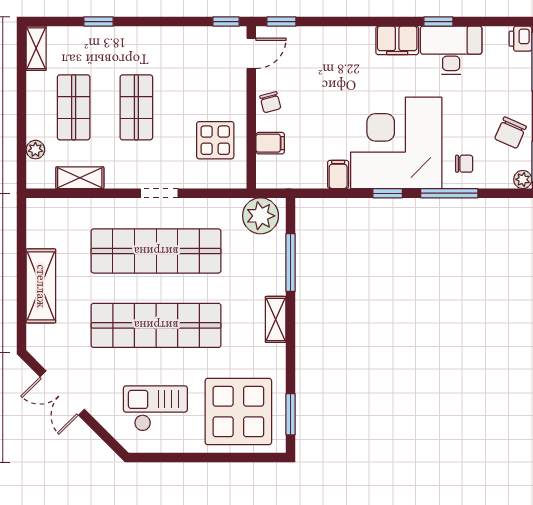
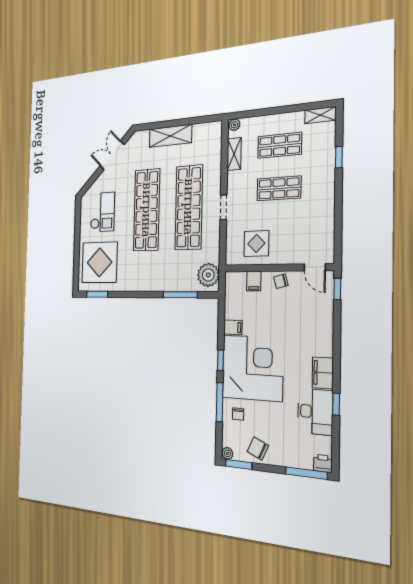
window: (226, 22) -> (338, 249), removed
plant: (35, 150) -> (234, 125), moved
shelving: (276, 319) -> (148, 285), removed

